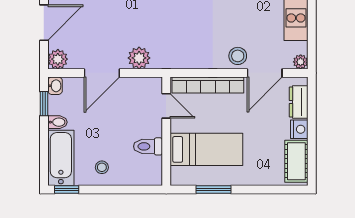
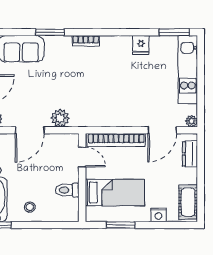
stool: (238, 56) -> (140, 116), removed
nightstand: (299, 129) -> (159, 215), moved, turned 90

